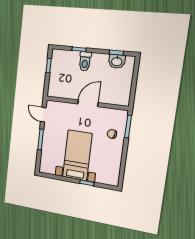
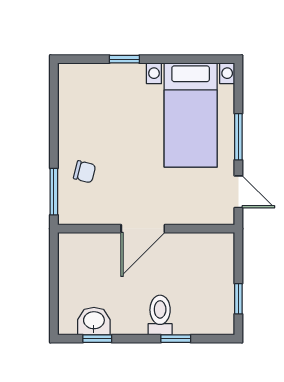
bed with nightstands: (77, 155) -> (191, 115), moved

